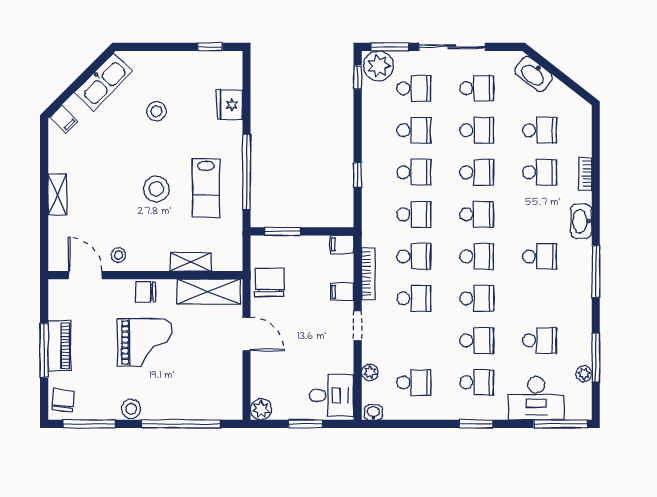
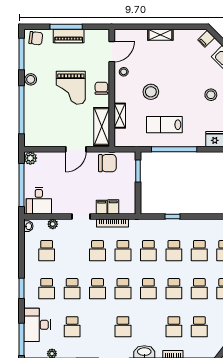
stool: (156, 189) -> (151, 92), moved
filing cabinet: (342, 244) -> (113, 207), moved
window: (306, 424) -> (22, 185), width x2.11

